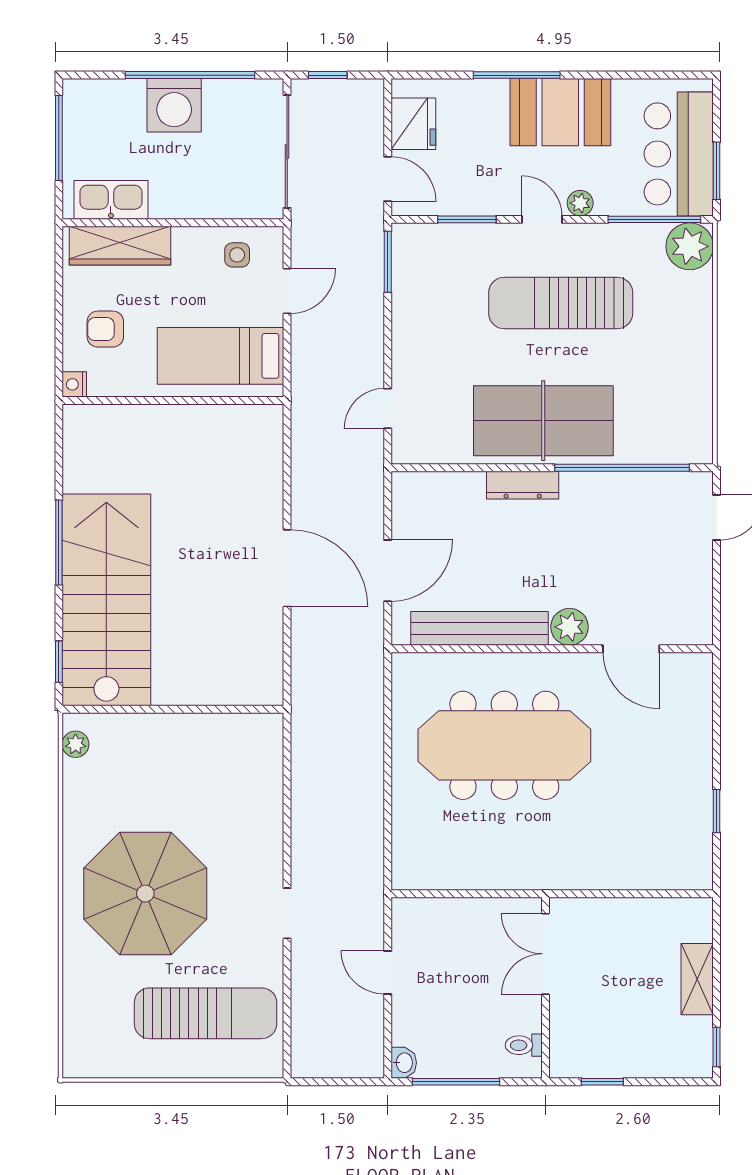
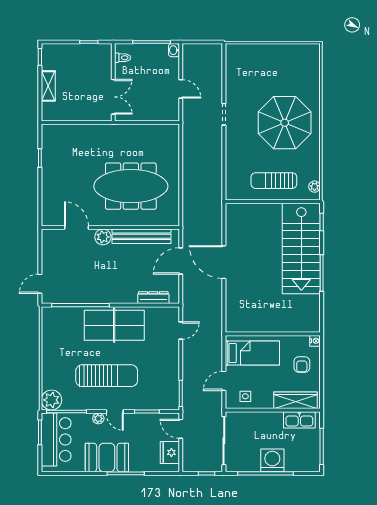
armchair: (105, 329) -> (302, 365), turned 90
dresser: (523, 485) -> (153, 298), moved
sun lounger: (206, 1013) -> (274, 181), moved, width x0.73, depth x0.75

